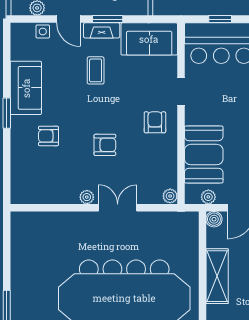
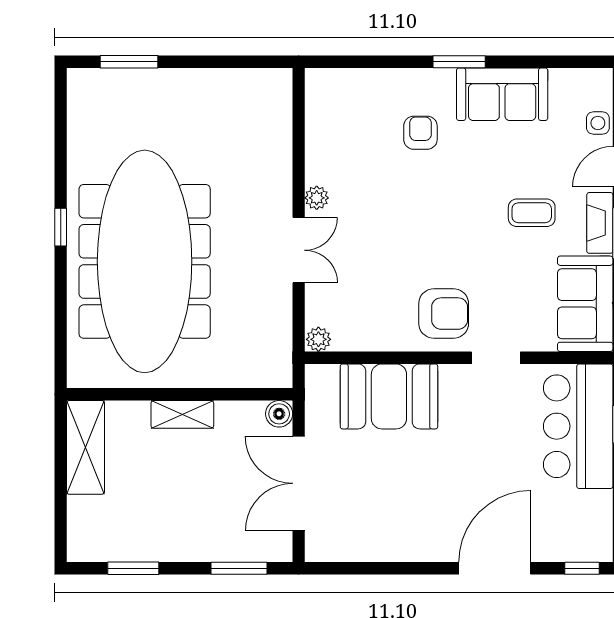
armchair: (155, 122) -> (444, 314), width x1.38, depth x1.38
armchair: (105, 145) -> (405, 229), removed
plant: (208, 197) -> (317, 404), removed
shelving: (217, 276) -> (182, 414), width x0.67, depth x0.75

